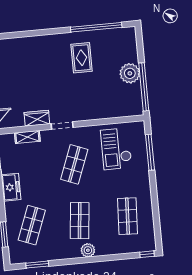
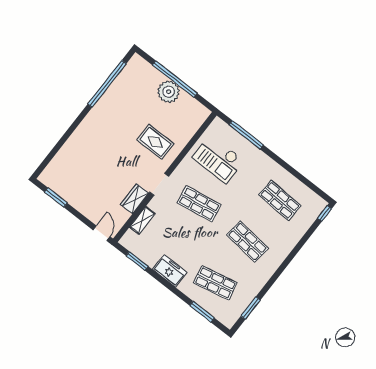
rug: (82, 58) -> (155, 142), moved
window: (144, 87) -> (175, 79), moved
shop shelf: (74, 164) -> (199, 204), turned -30
shop shelf: (32, 225) -> (215, 283), turned -33
plant: (88, 250) -> (277, 257), removed

